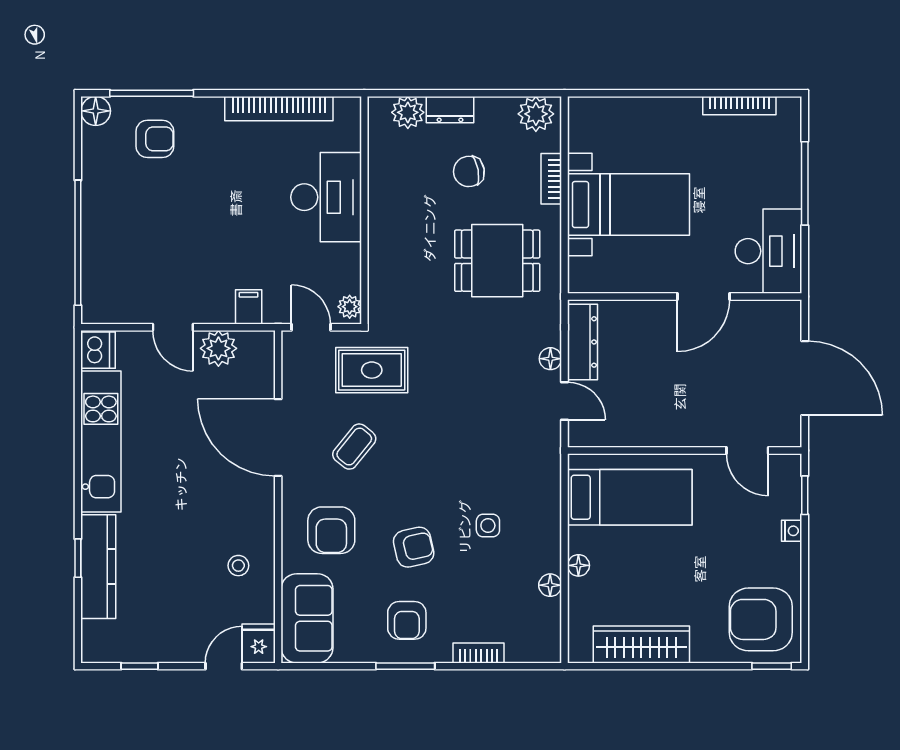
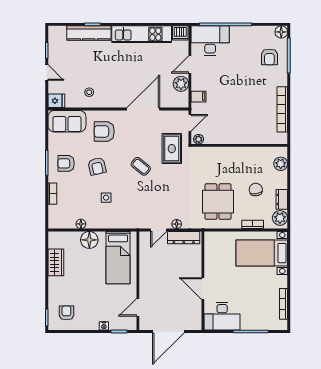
dresser: (450, 110) -> (282, 199), moved
desk: (326, 197) -> (210, 41), moved, turned 180
bed with nightstands: (628, 205) -> (262, 253), moved, turned 90
coffee table: (354, 447) -> (141, 166), moved
floor lamp: (578, 565) -> (89, 240), width x1.89, depth x1.89
armchair: (761, 619) -> (66, 313), width x0.53, depth x0.53
wardrobe: (641, 644) -> (56, 262), width x0.67
door: (224, 666) -> (47, 73), moved

